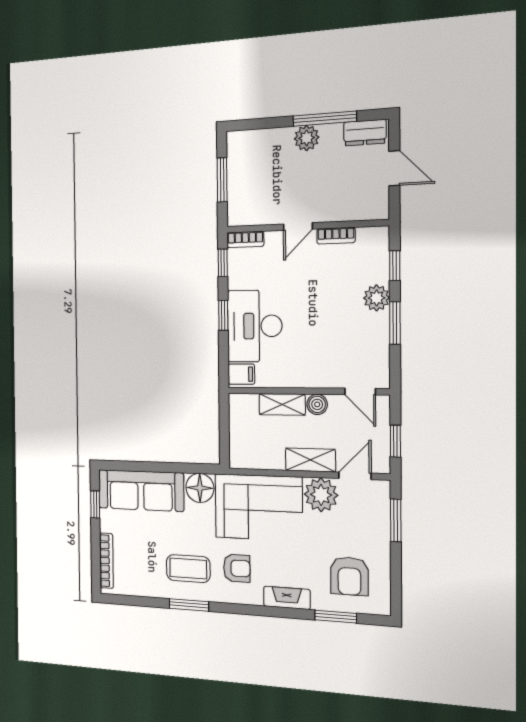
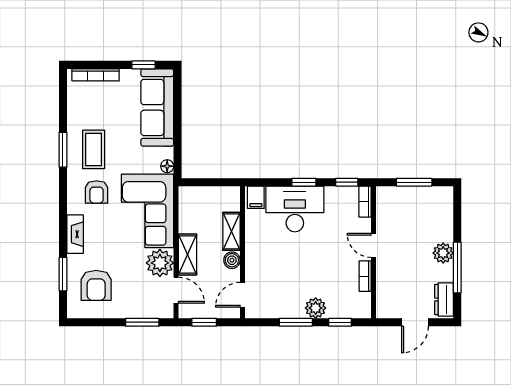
floor lamp: (200, 488) -> (167, 166), width x0.53, depth x0.53
armchair: (349, 576) -> (96, 285), turned -90

